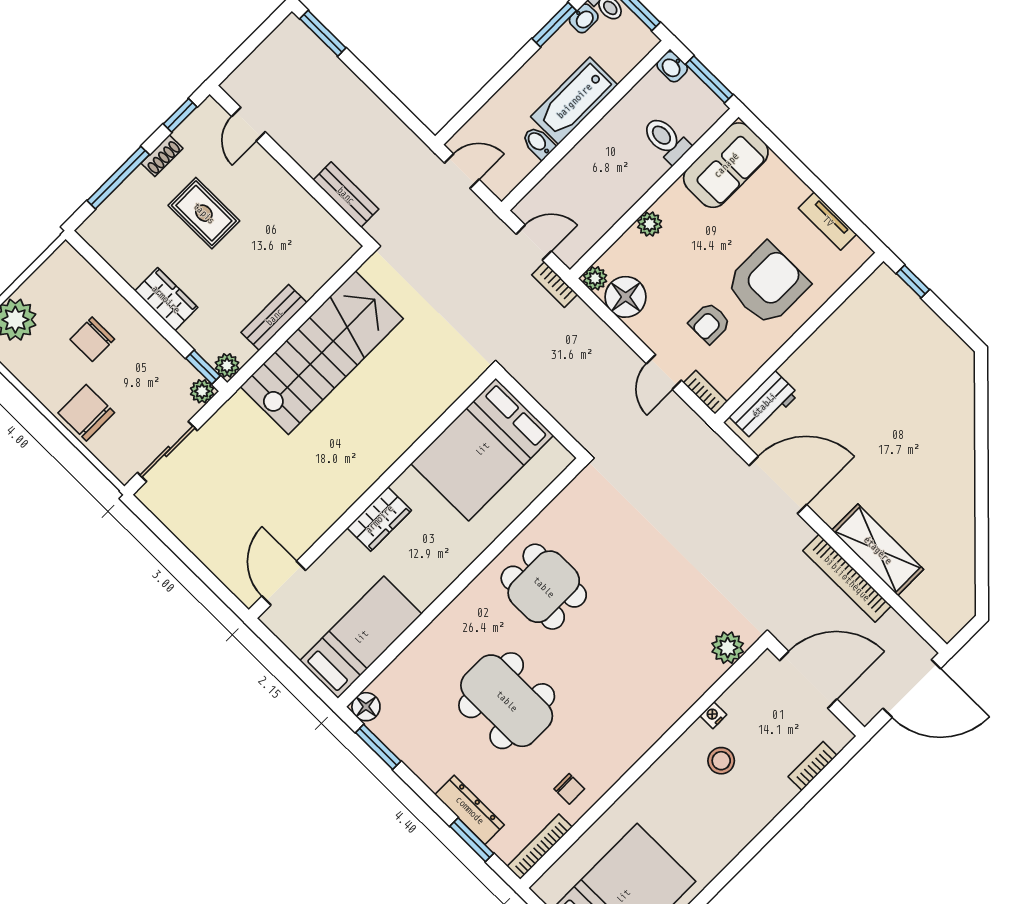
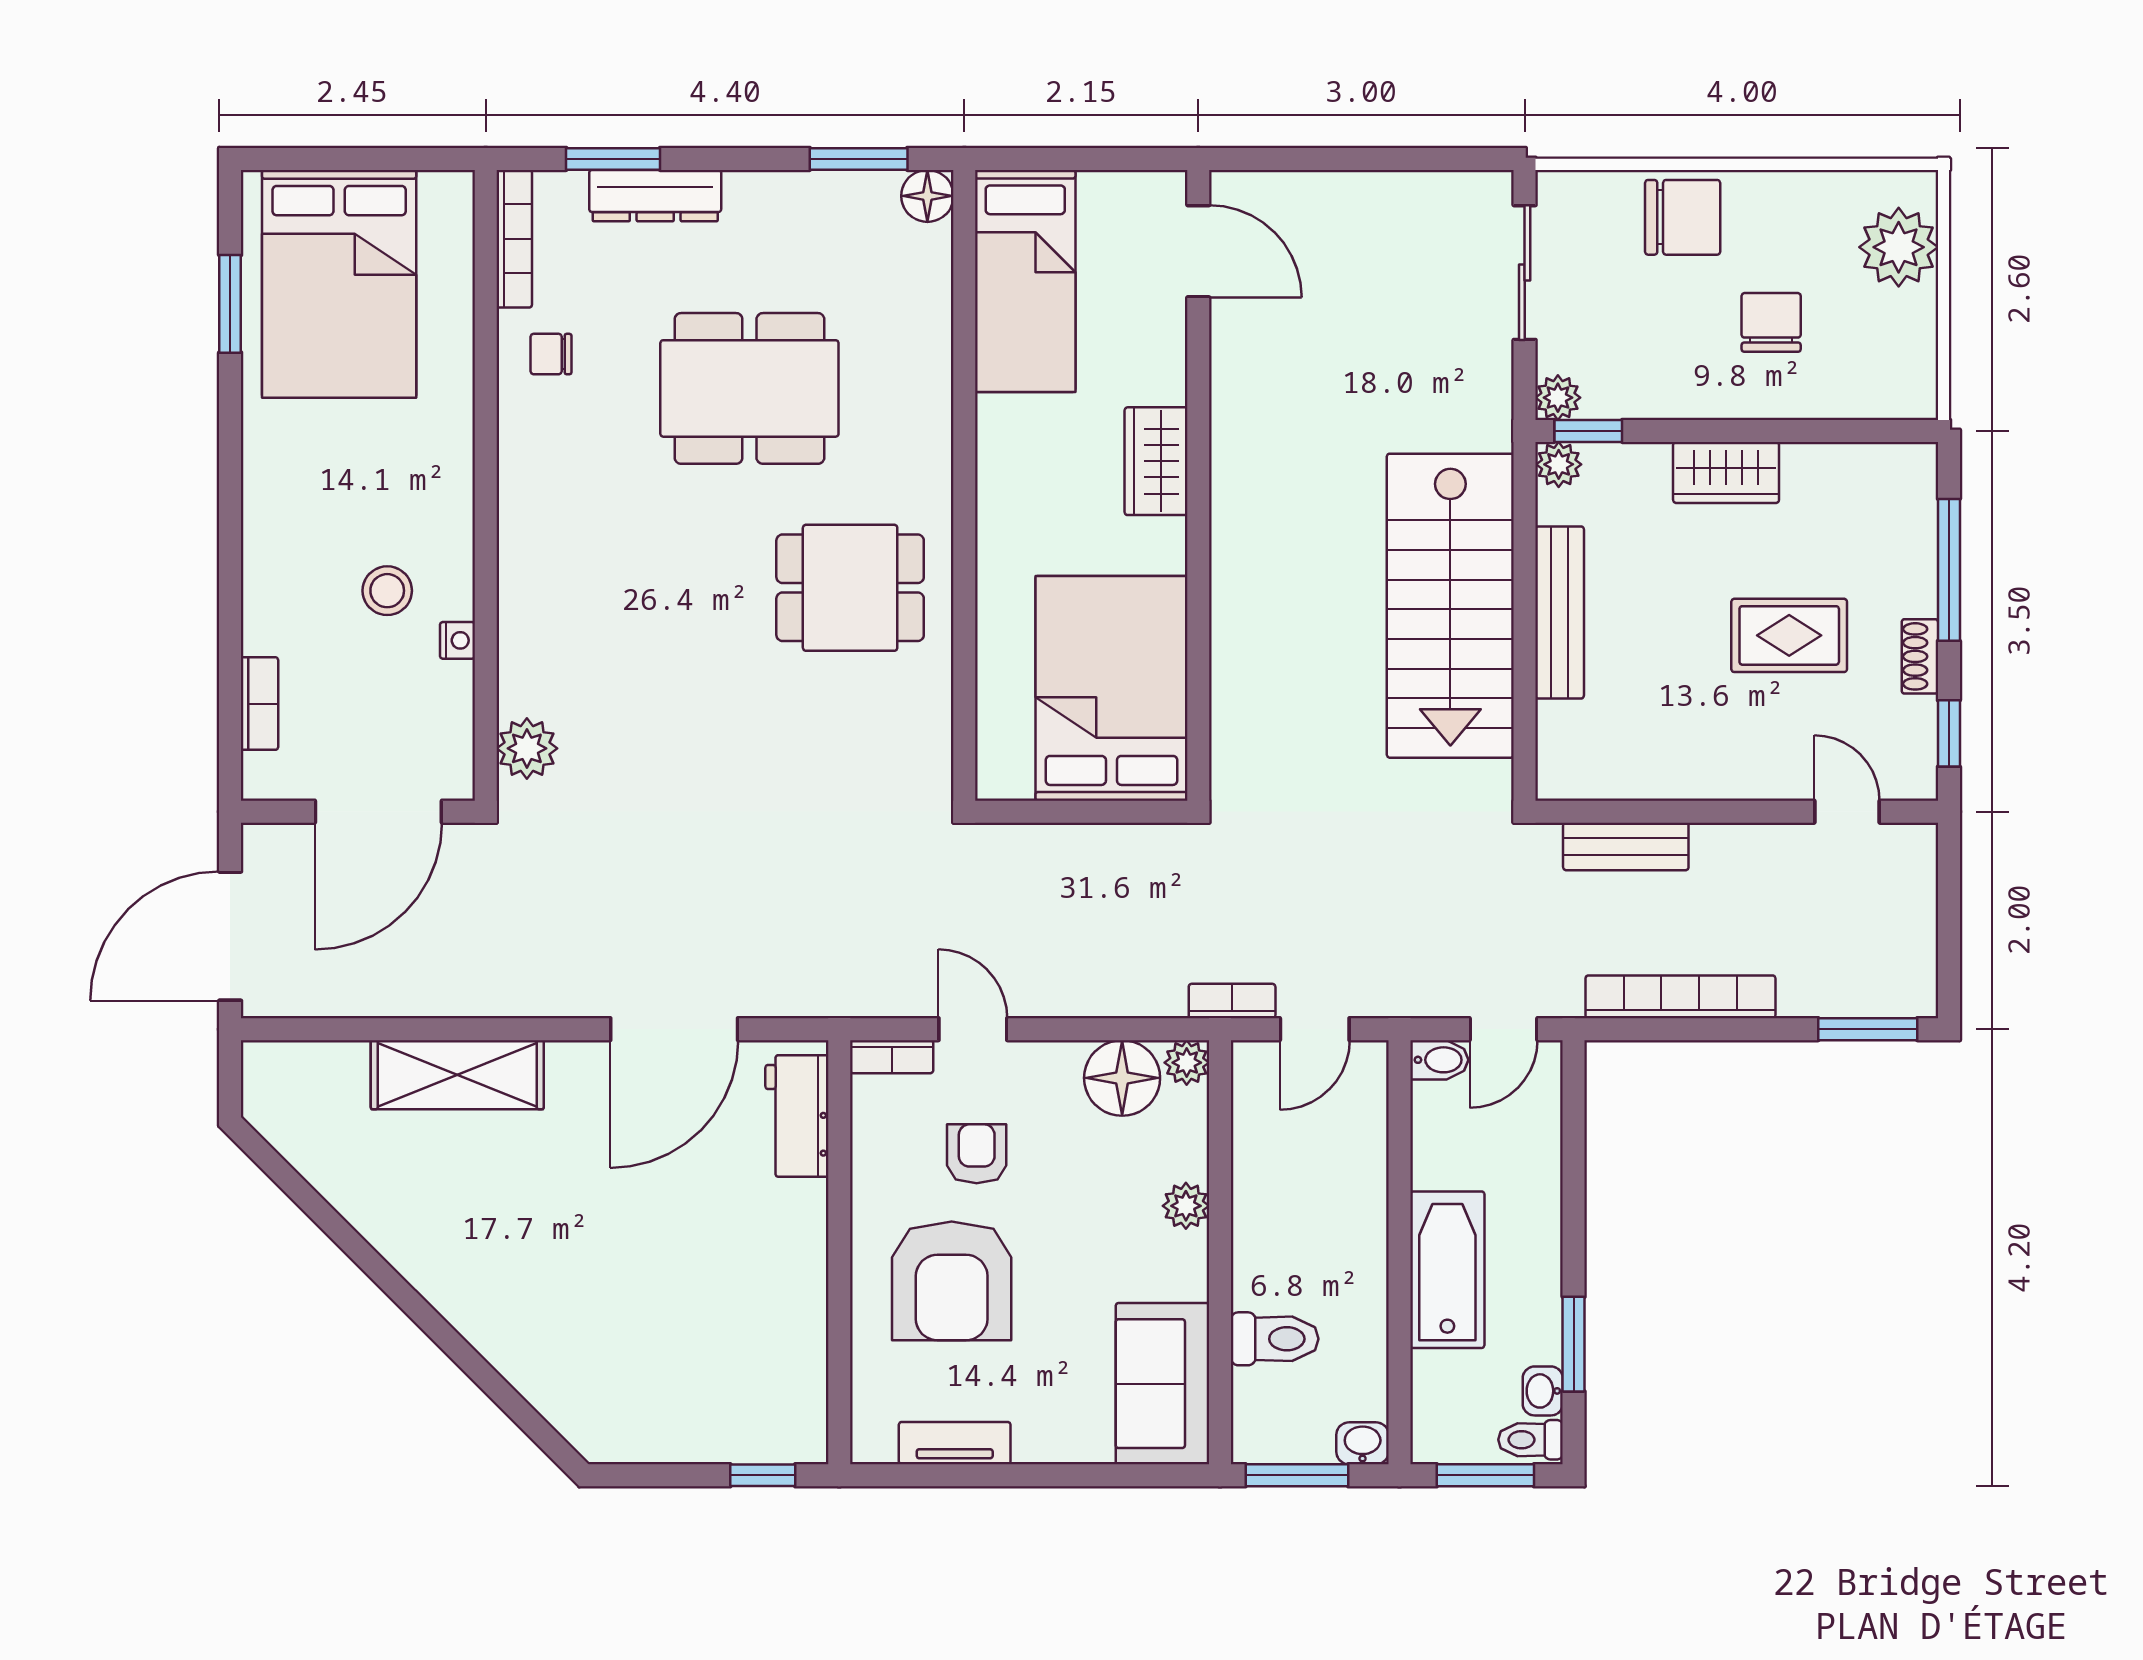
bidet: (538, 143) -> (1439, 1060), moved
bench: (274, 317) -> (1560, 612), width x1.36
bookcase: (847, 578) -> (1680, 997), moved

